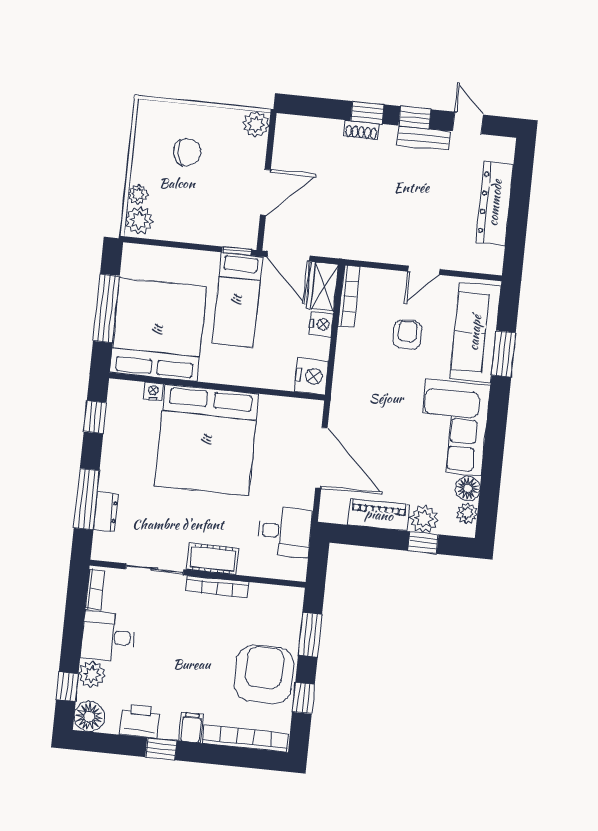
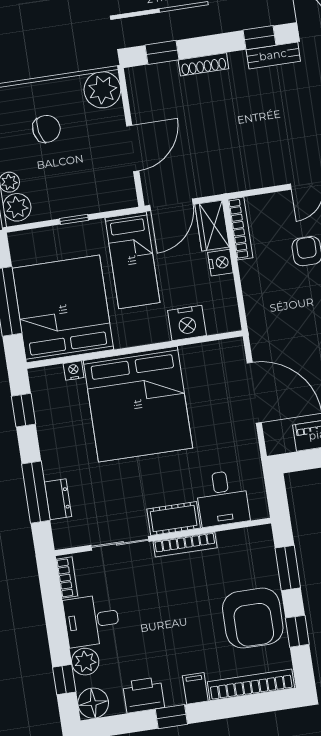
window: (367, 113) -> (162, 52), moved
plant: (256, 124) -> (102, 90), width x1.36, depth x1.36
shoe rack: (361, 130) -> (203, 64), width x1.43
window: (237, 251) -> (74, 219), moved
door: (288, 256) -> (171, 205), hinge flipped
nightstand: (311, 376) -> (187, 323), moved, turned 90
desk: (285, 532) -> (222, 498), moved, turned 90
armchair: (264, 674) -> (253, 618), turned 180

